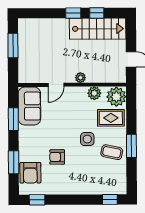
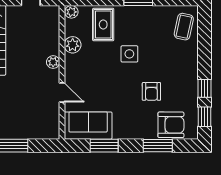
plant: (116, 97) -> (71, 12), width x0.53, depth x0.53
coffee table: (112, 152) -> (184, 27), moved
window: (110, 199) -> (205, 88), moved

